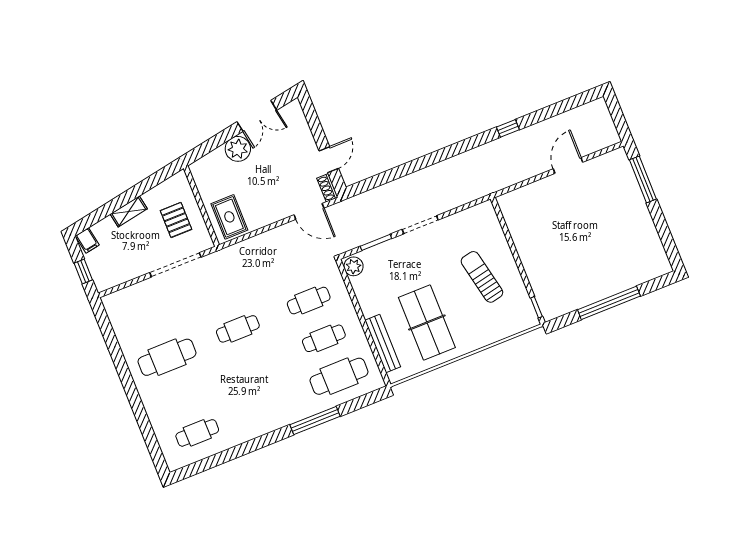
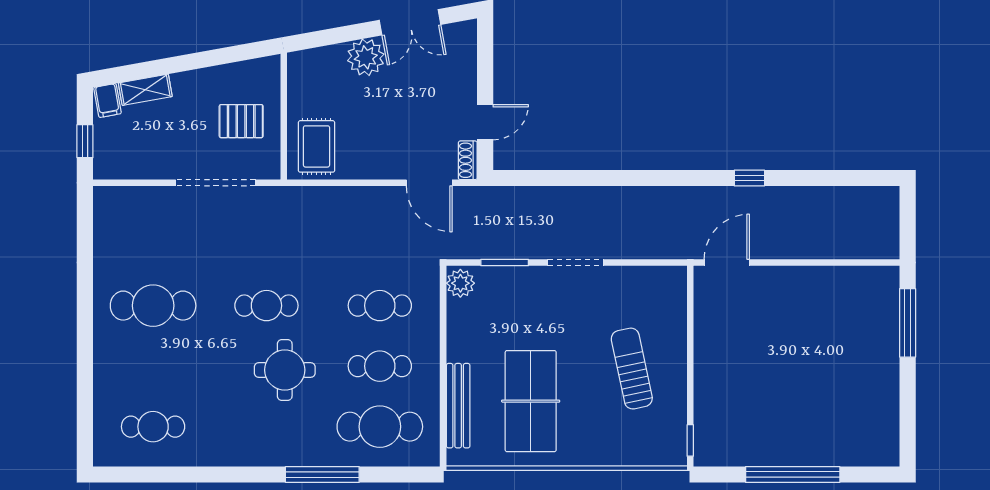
door: (568, 166) -> (727, 262), moved
shelving: (129, 211) -> (145, 90), moved
pallet: (176, 220) -> (241, 121), turned 90
round table: (265, 365) -> (285, 370), added

